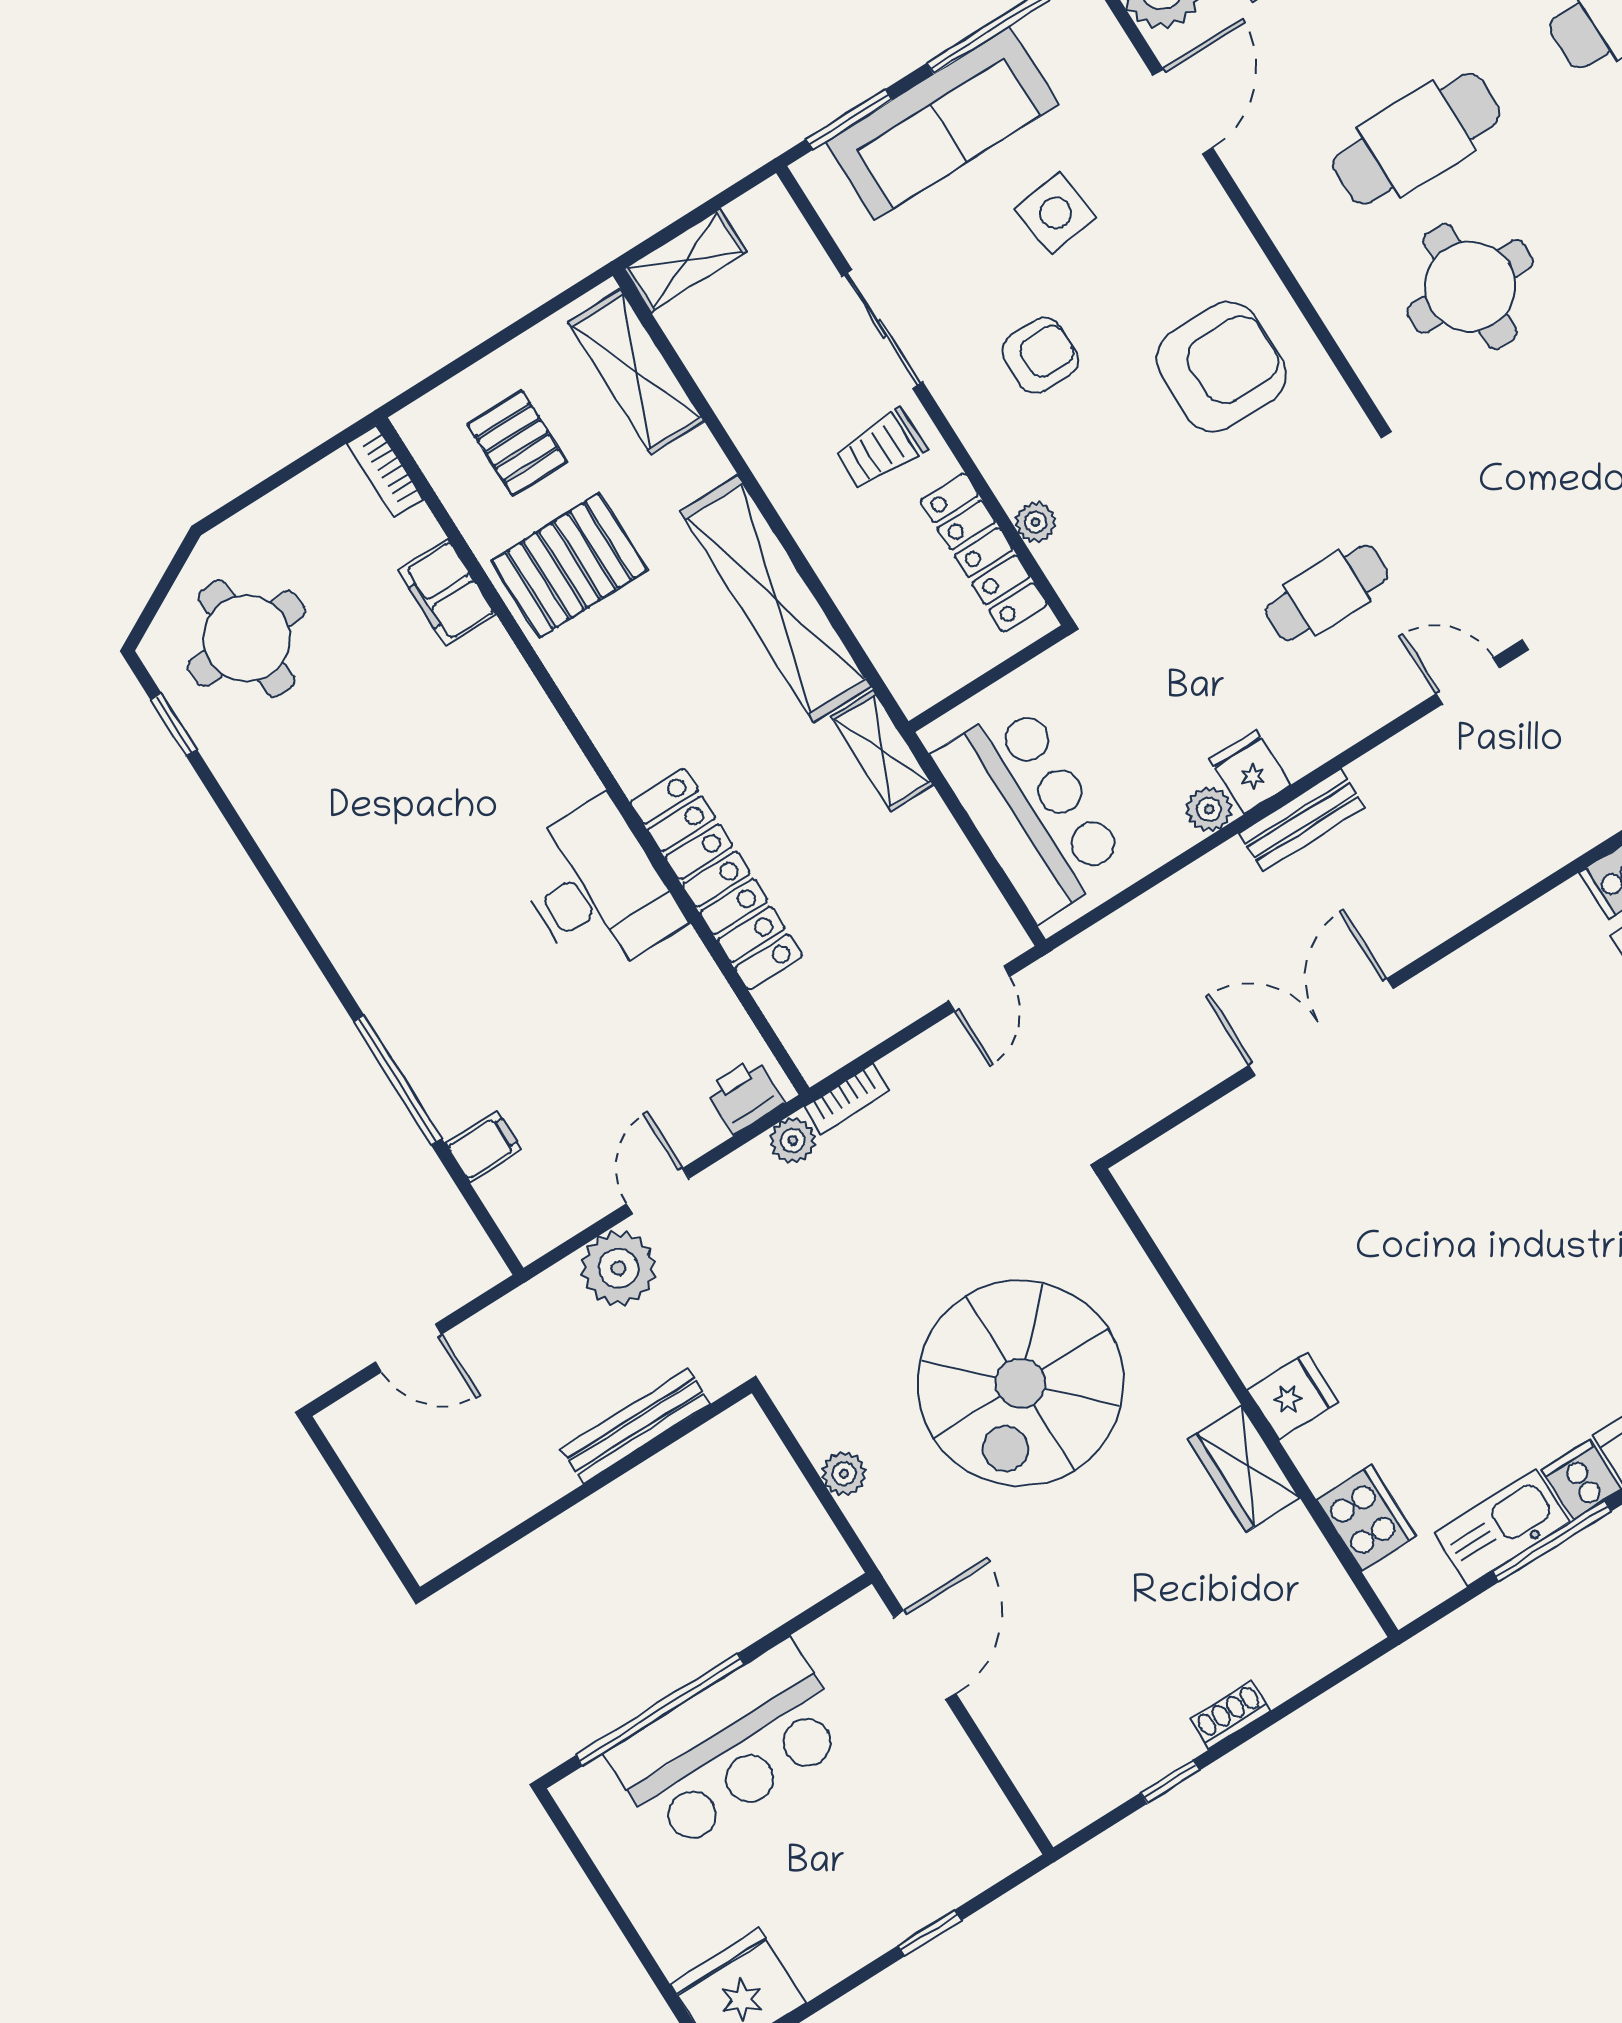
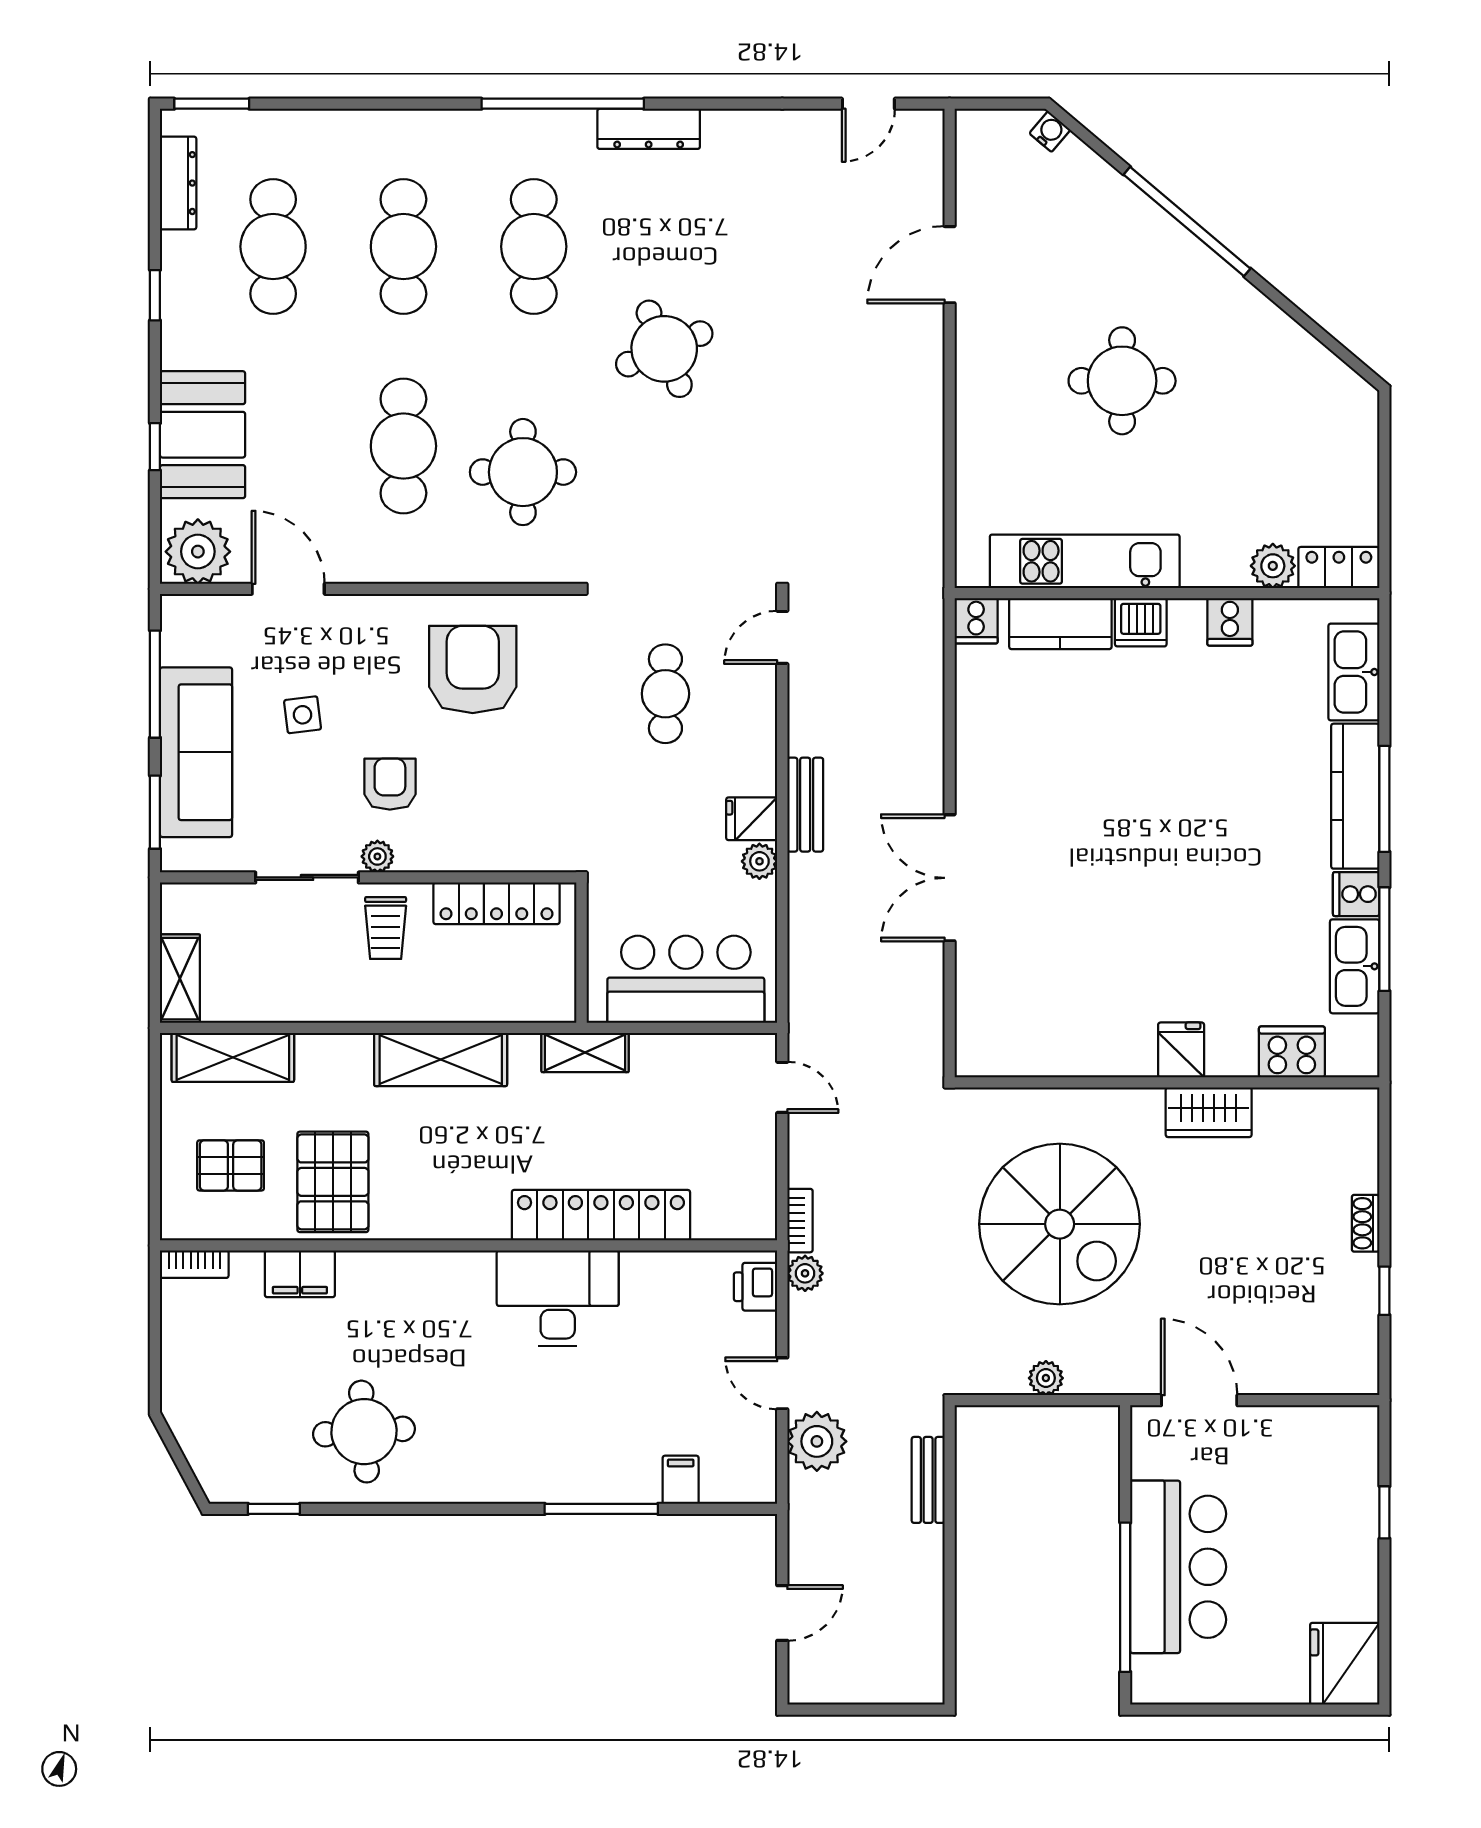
side table: (1056, 213) -> (303, 715), width x0.73, depth x0.73
plant: (1036, 522) -> (377, 856), moved
shelving: (776, 599) -> (441, 1060), width x0.68
round table: (247, 638) -> (364, 1432), moved
bench: (636, 1426) -> (928, 1480), width x0.73

